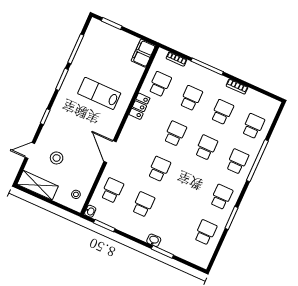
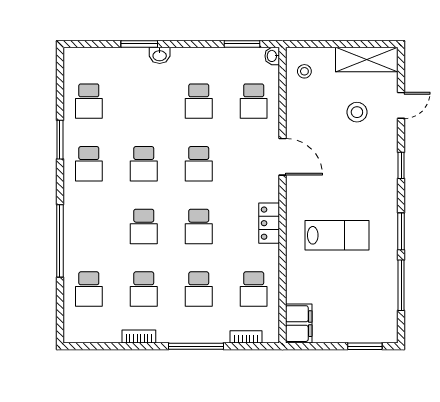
locker: (139, 106) -> (269, 223), moved
school desk: (237, 161) -> (144, 164), moved

